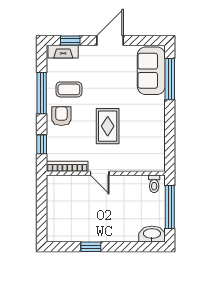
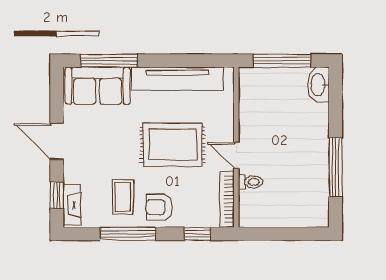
rug: (108, 126) -> (173, 145), width x1.36, depth x1.43
tv unit: (156, 130) -> (177, 79), added
door: (100, 173) -> (236, 155), swing flipped
toilet: (154, 184) -> (250, 182), moved
window: (91, 247) -> (336, 167), width x2.17

